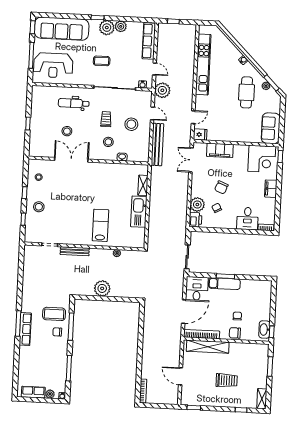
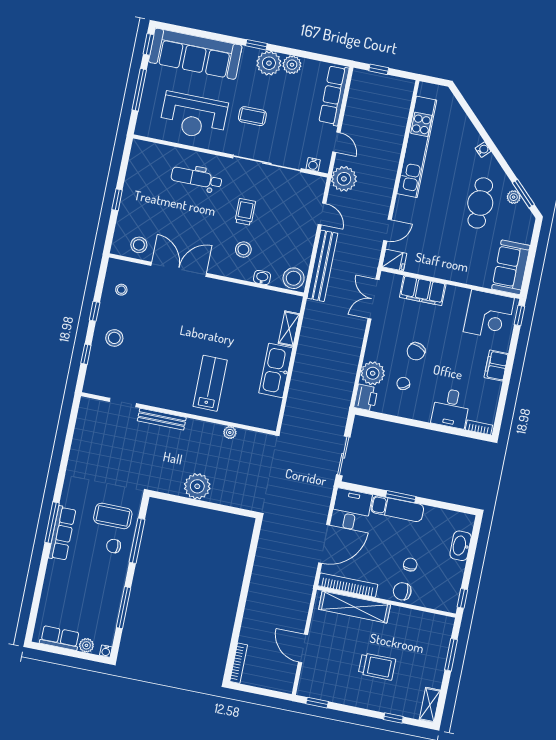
reception desk: (53, 65) -> (194, 116), moved
stool: (131, 124) -> (294, 278), moved
stool: (67, 131) -> (139, 245), moved
washbasin: (264, 329) -> (461, 546), moved

